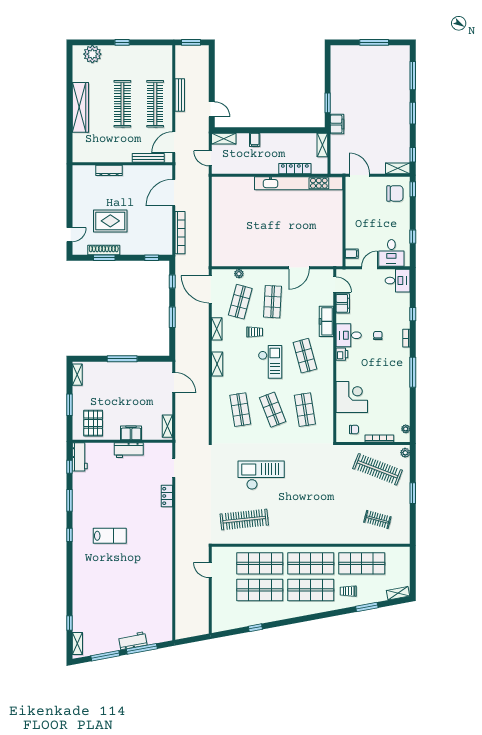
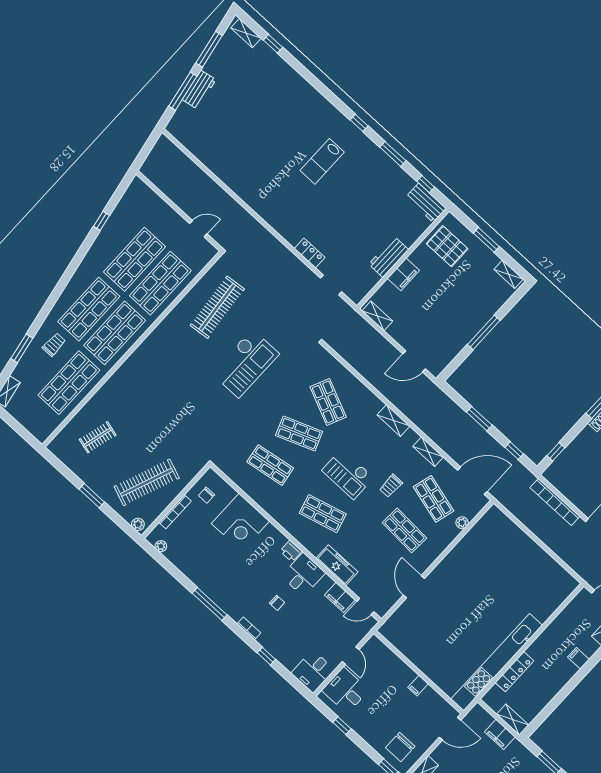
filing cabinet: (337, 124) -> (500, 734), moved
filing cabinet: (352, 254) -> (418, 686), moved
shop shelf: (240, 410) -> (328, 402), turned 33

